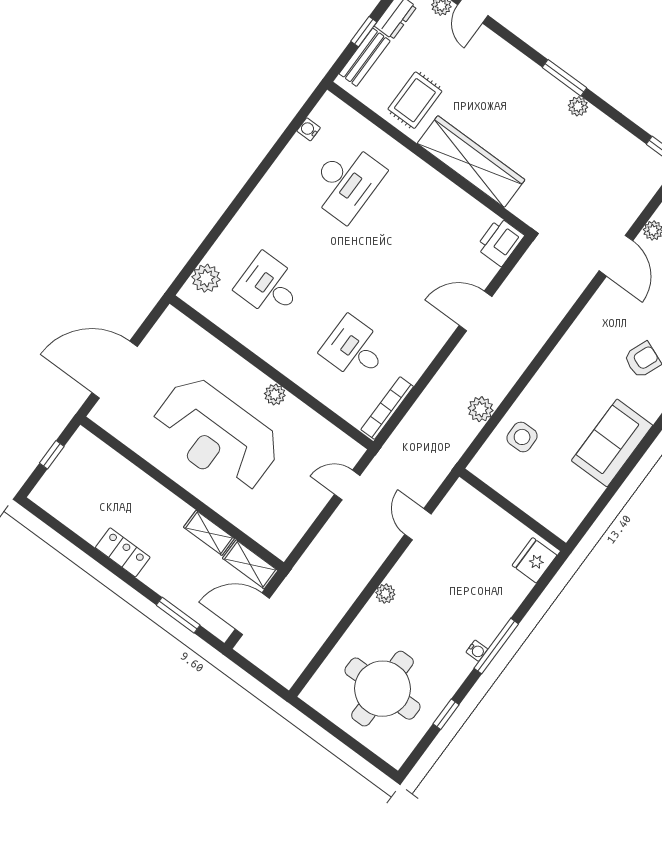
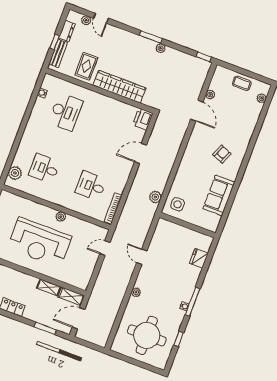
wall: (513, 510) -> (188, 225), moved

